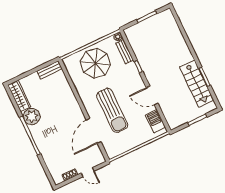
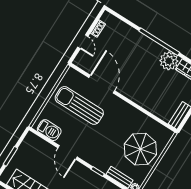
door: (152, 95) -> (68, 152), swing flipped
sun lounger: (112, 110) -> (79, 105), moved
door: (88, 172) -> (83, 42), swing flipped

